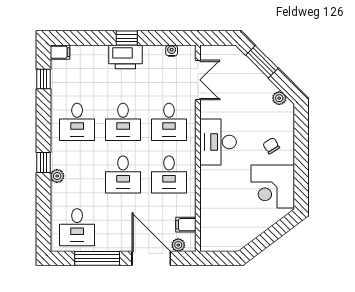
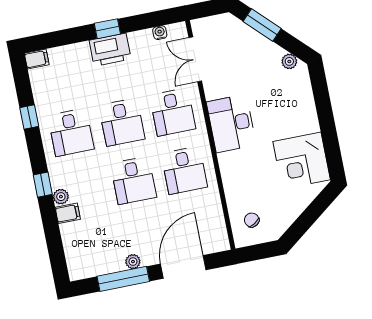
window: (43, 79) -> (29, 117), moved
double door: (198, 80) -> (195, 59), swing flipped
chair: (271, 146) -> (252, 220), moved
filing cabinet: (186, 225) -> (68, 213), moved, turned 180
desk: (77, 227) -> (94, 249), removed
plant: (178, 245) -> (133, 262), moved
door: (151, 258) -> (183, 267), hinge flipped

